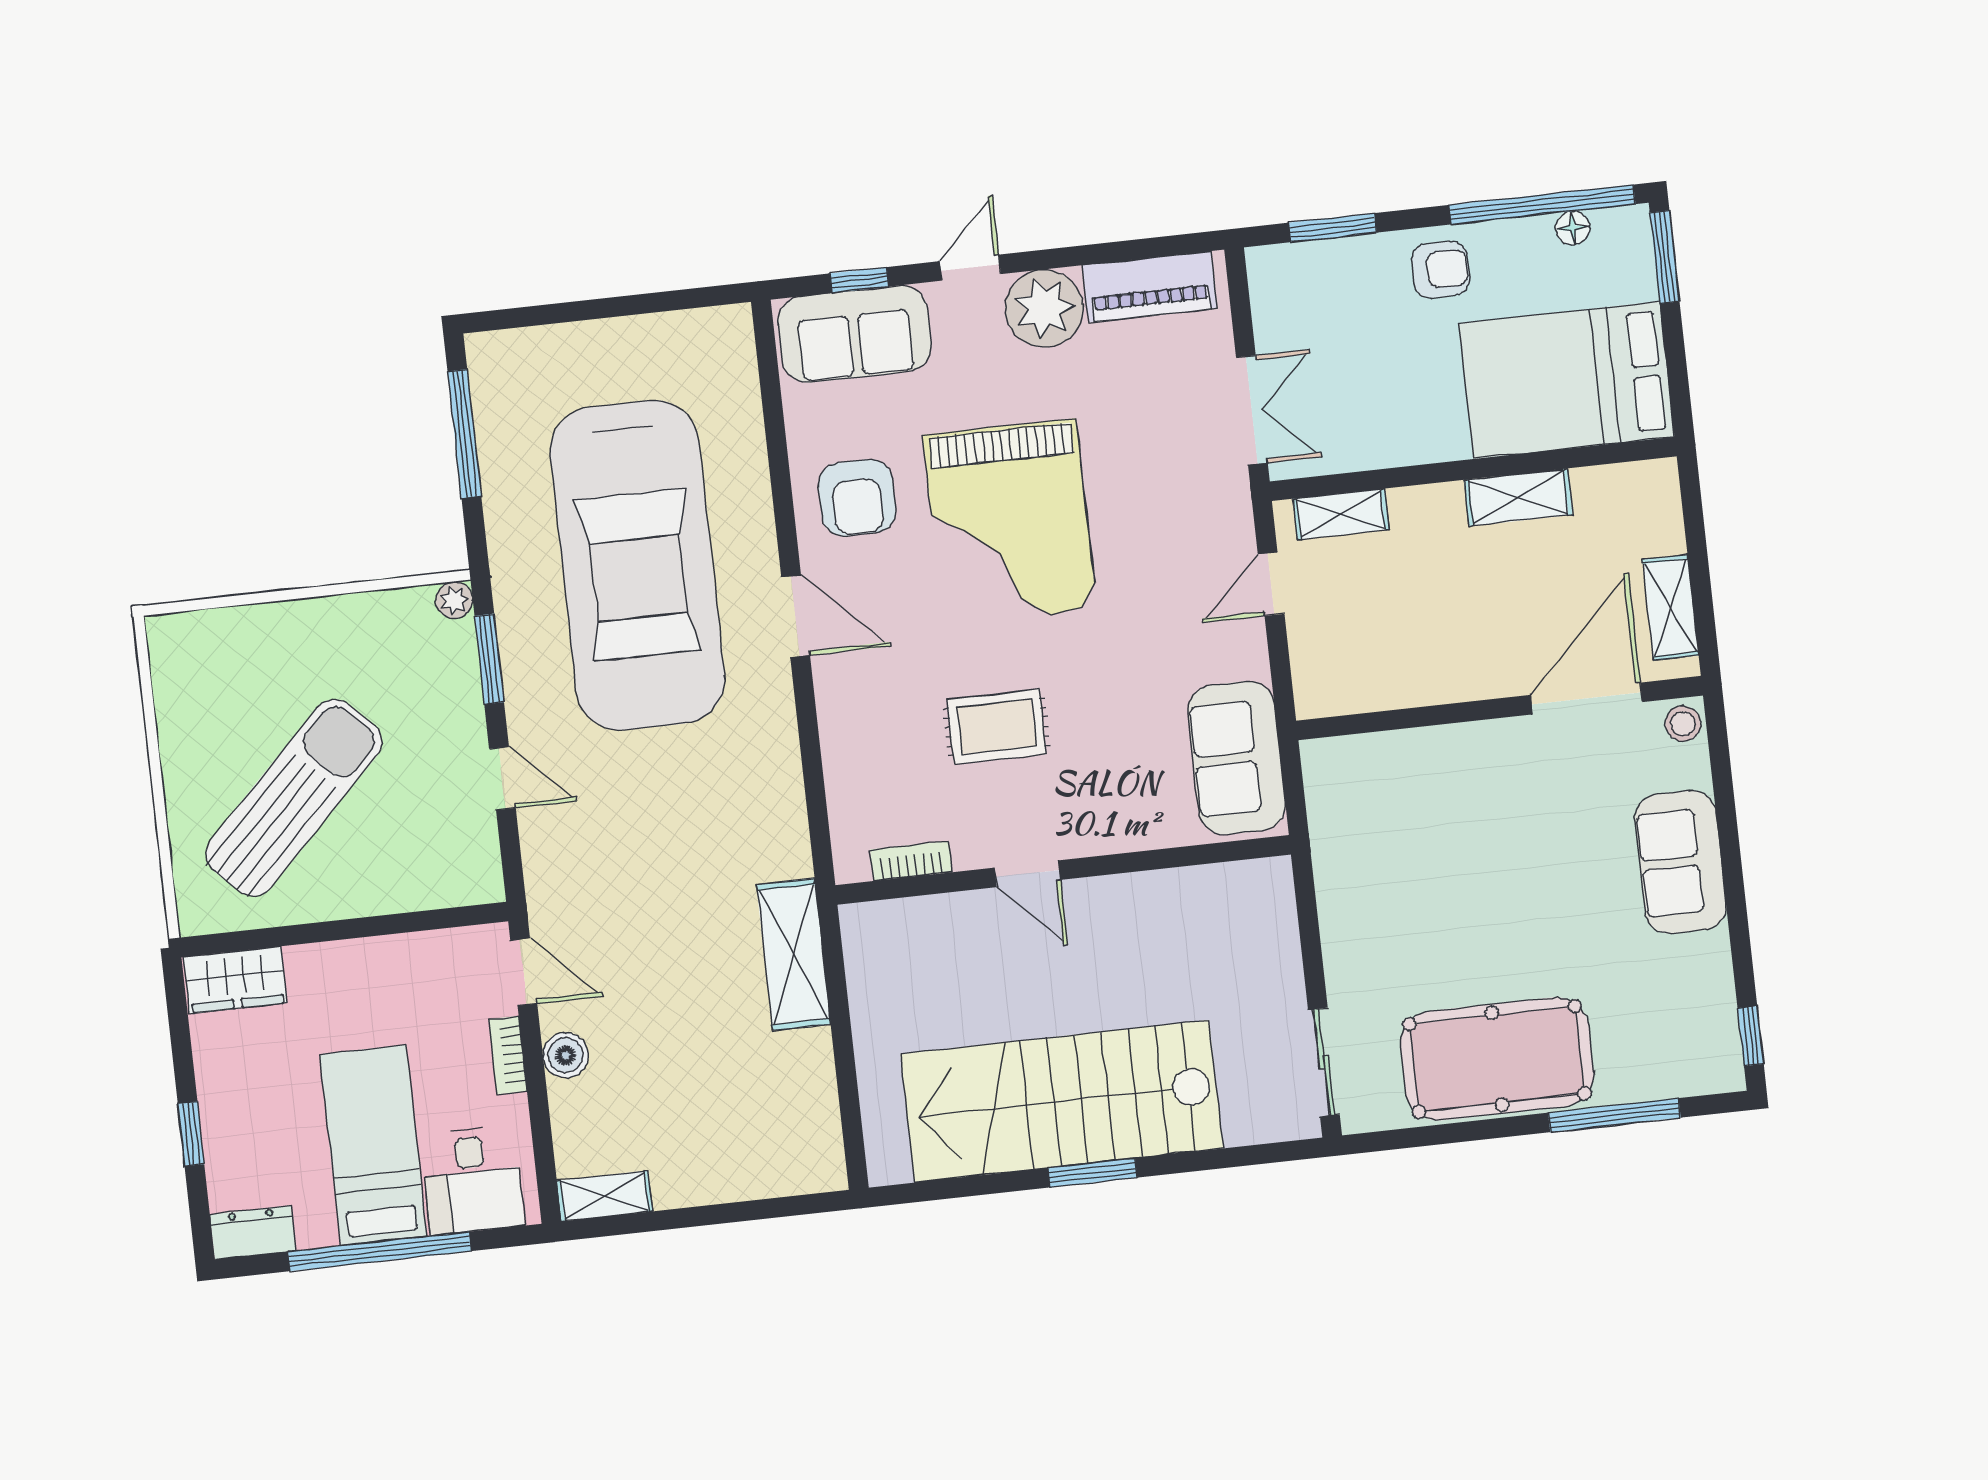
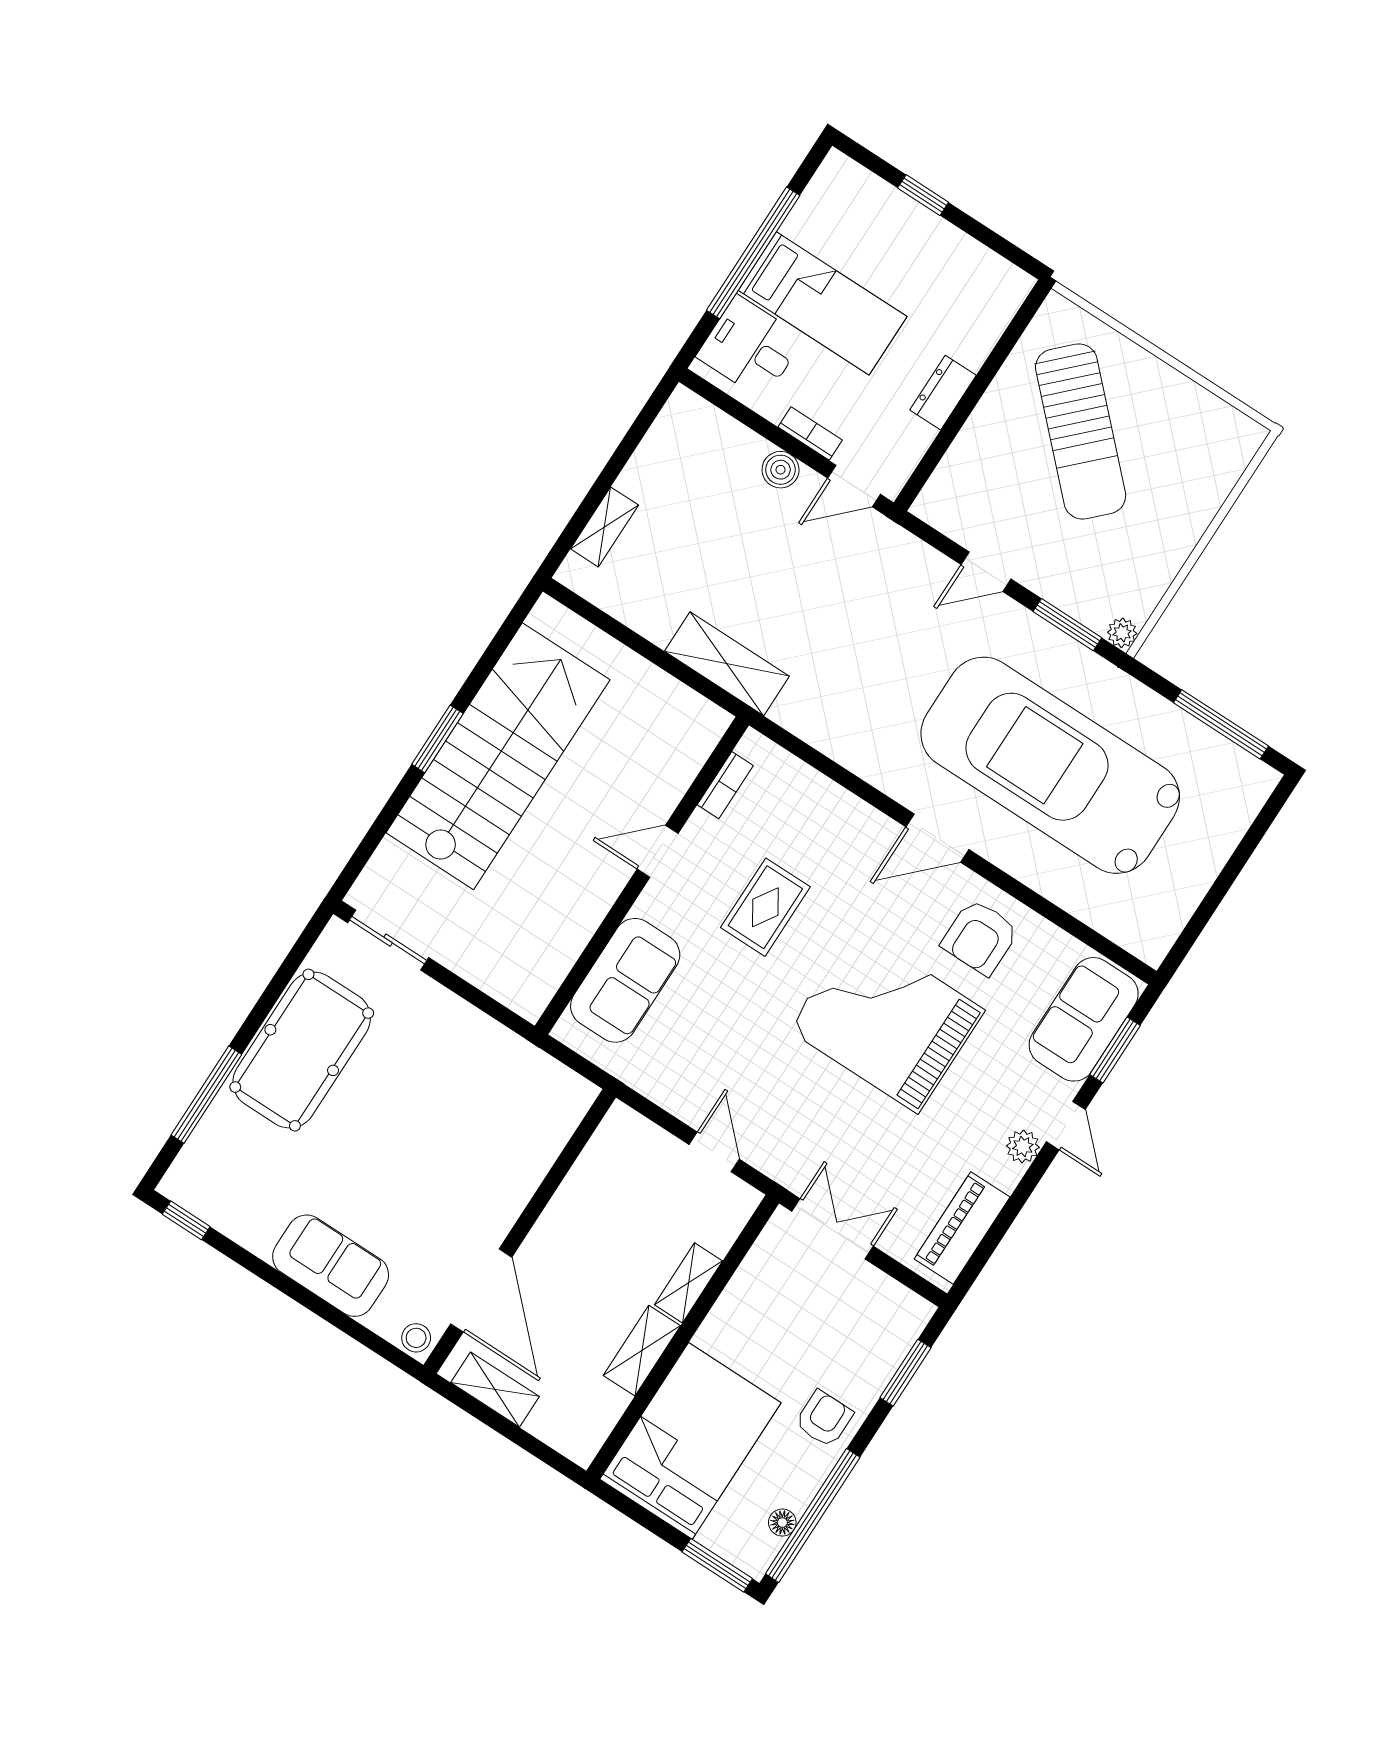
armchair: (1441, 269) -> (824, 1419), turned 180
window: (859, 280) -> (1115, 1050), width x1.50
plant: (1044, 309) -> (1023, 1147), width x0.53, depth x0.53
double door: (1252, 410) -> (833, 1229), swing flipped
armchair: (857, 498) -> (980, 937), turned -90
shelving: (1341, 514) -> (689, 1283), moved
sofa: (1237, 758) -> (625, 980), moved, turned 90
wardrobe: (235, 980) -> (997, 302), removed
shelving: (604, 1196) -> (604, 527), moved
dresser: (253, 1233) -> (943, 393), moved, turned 180

